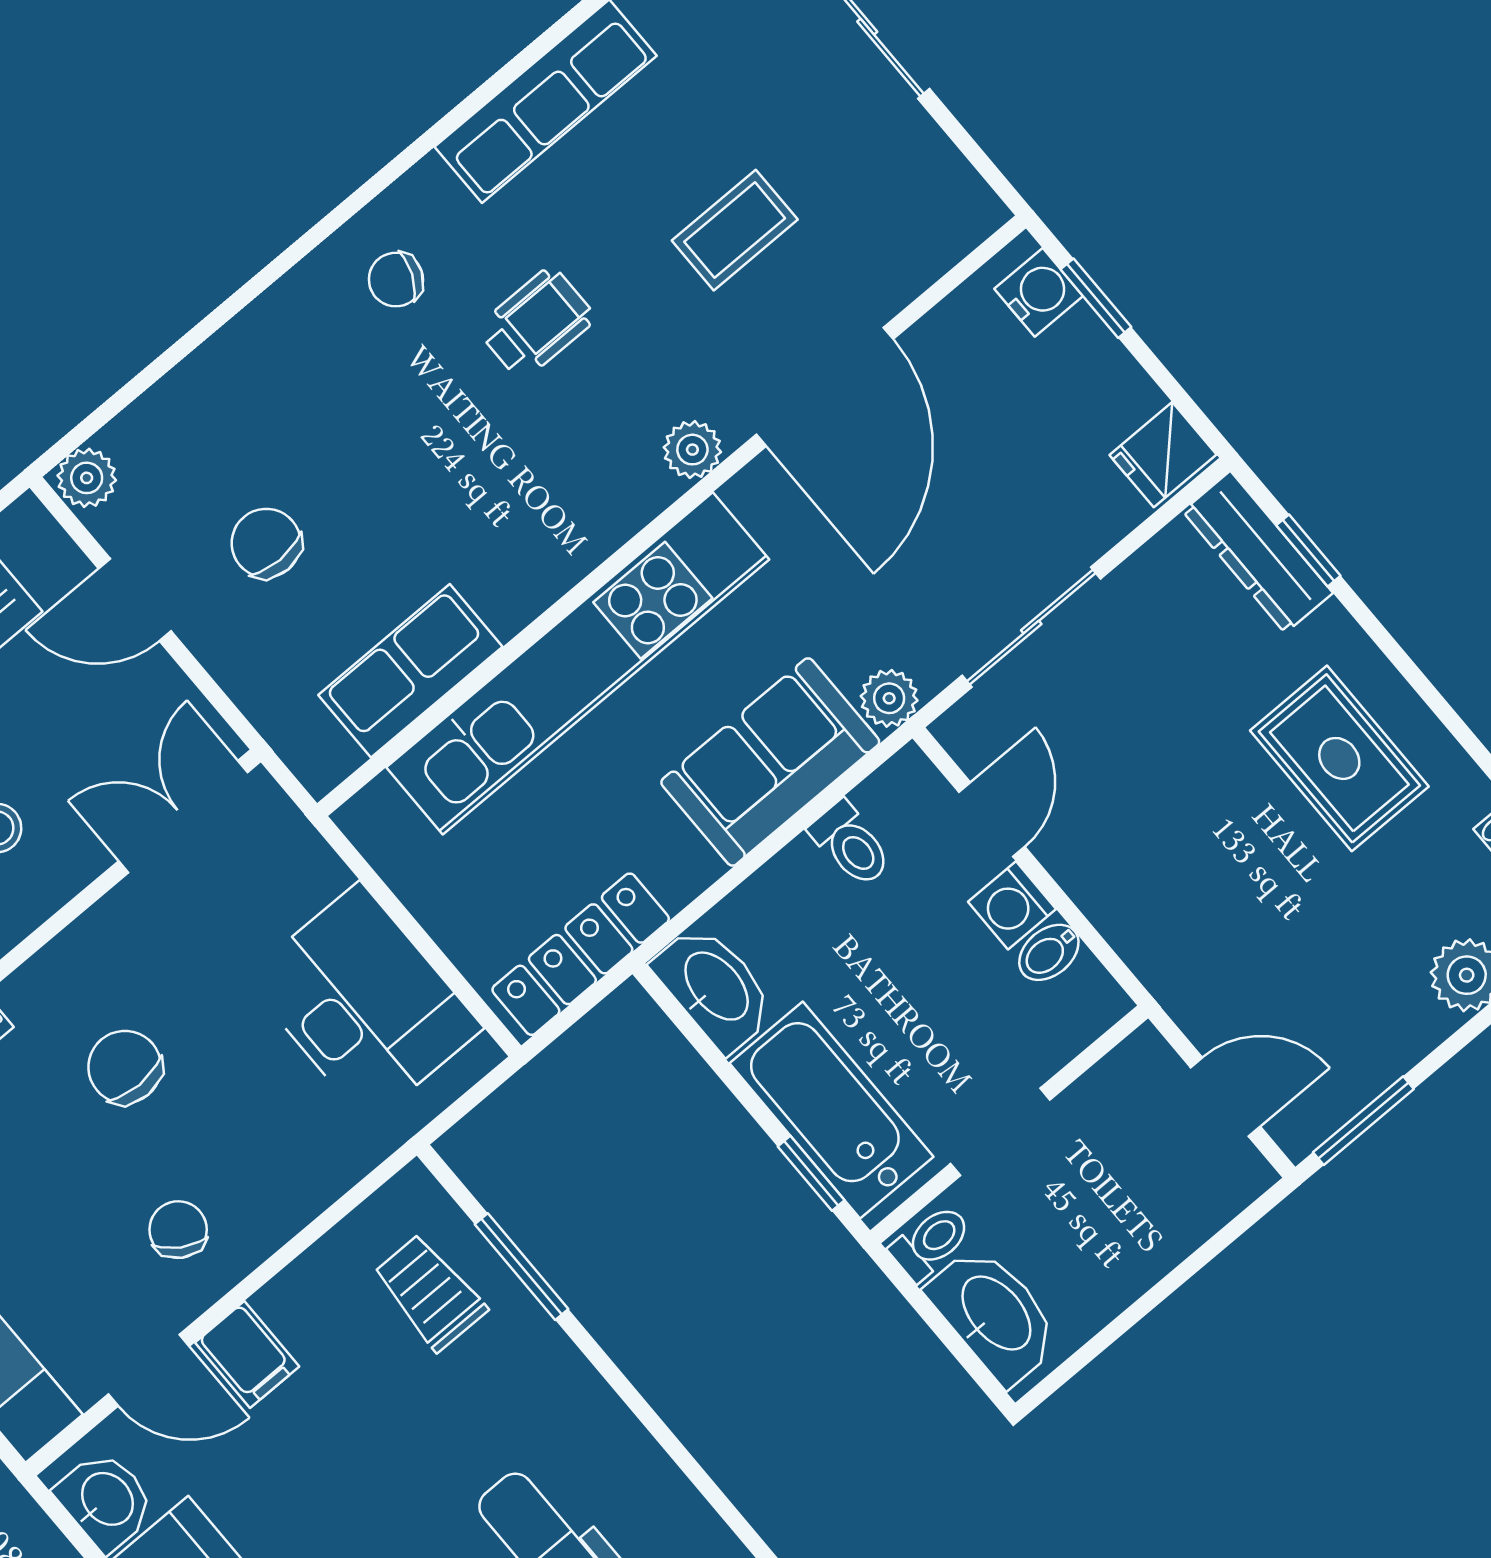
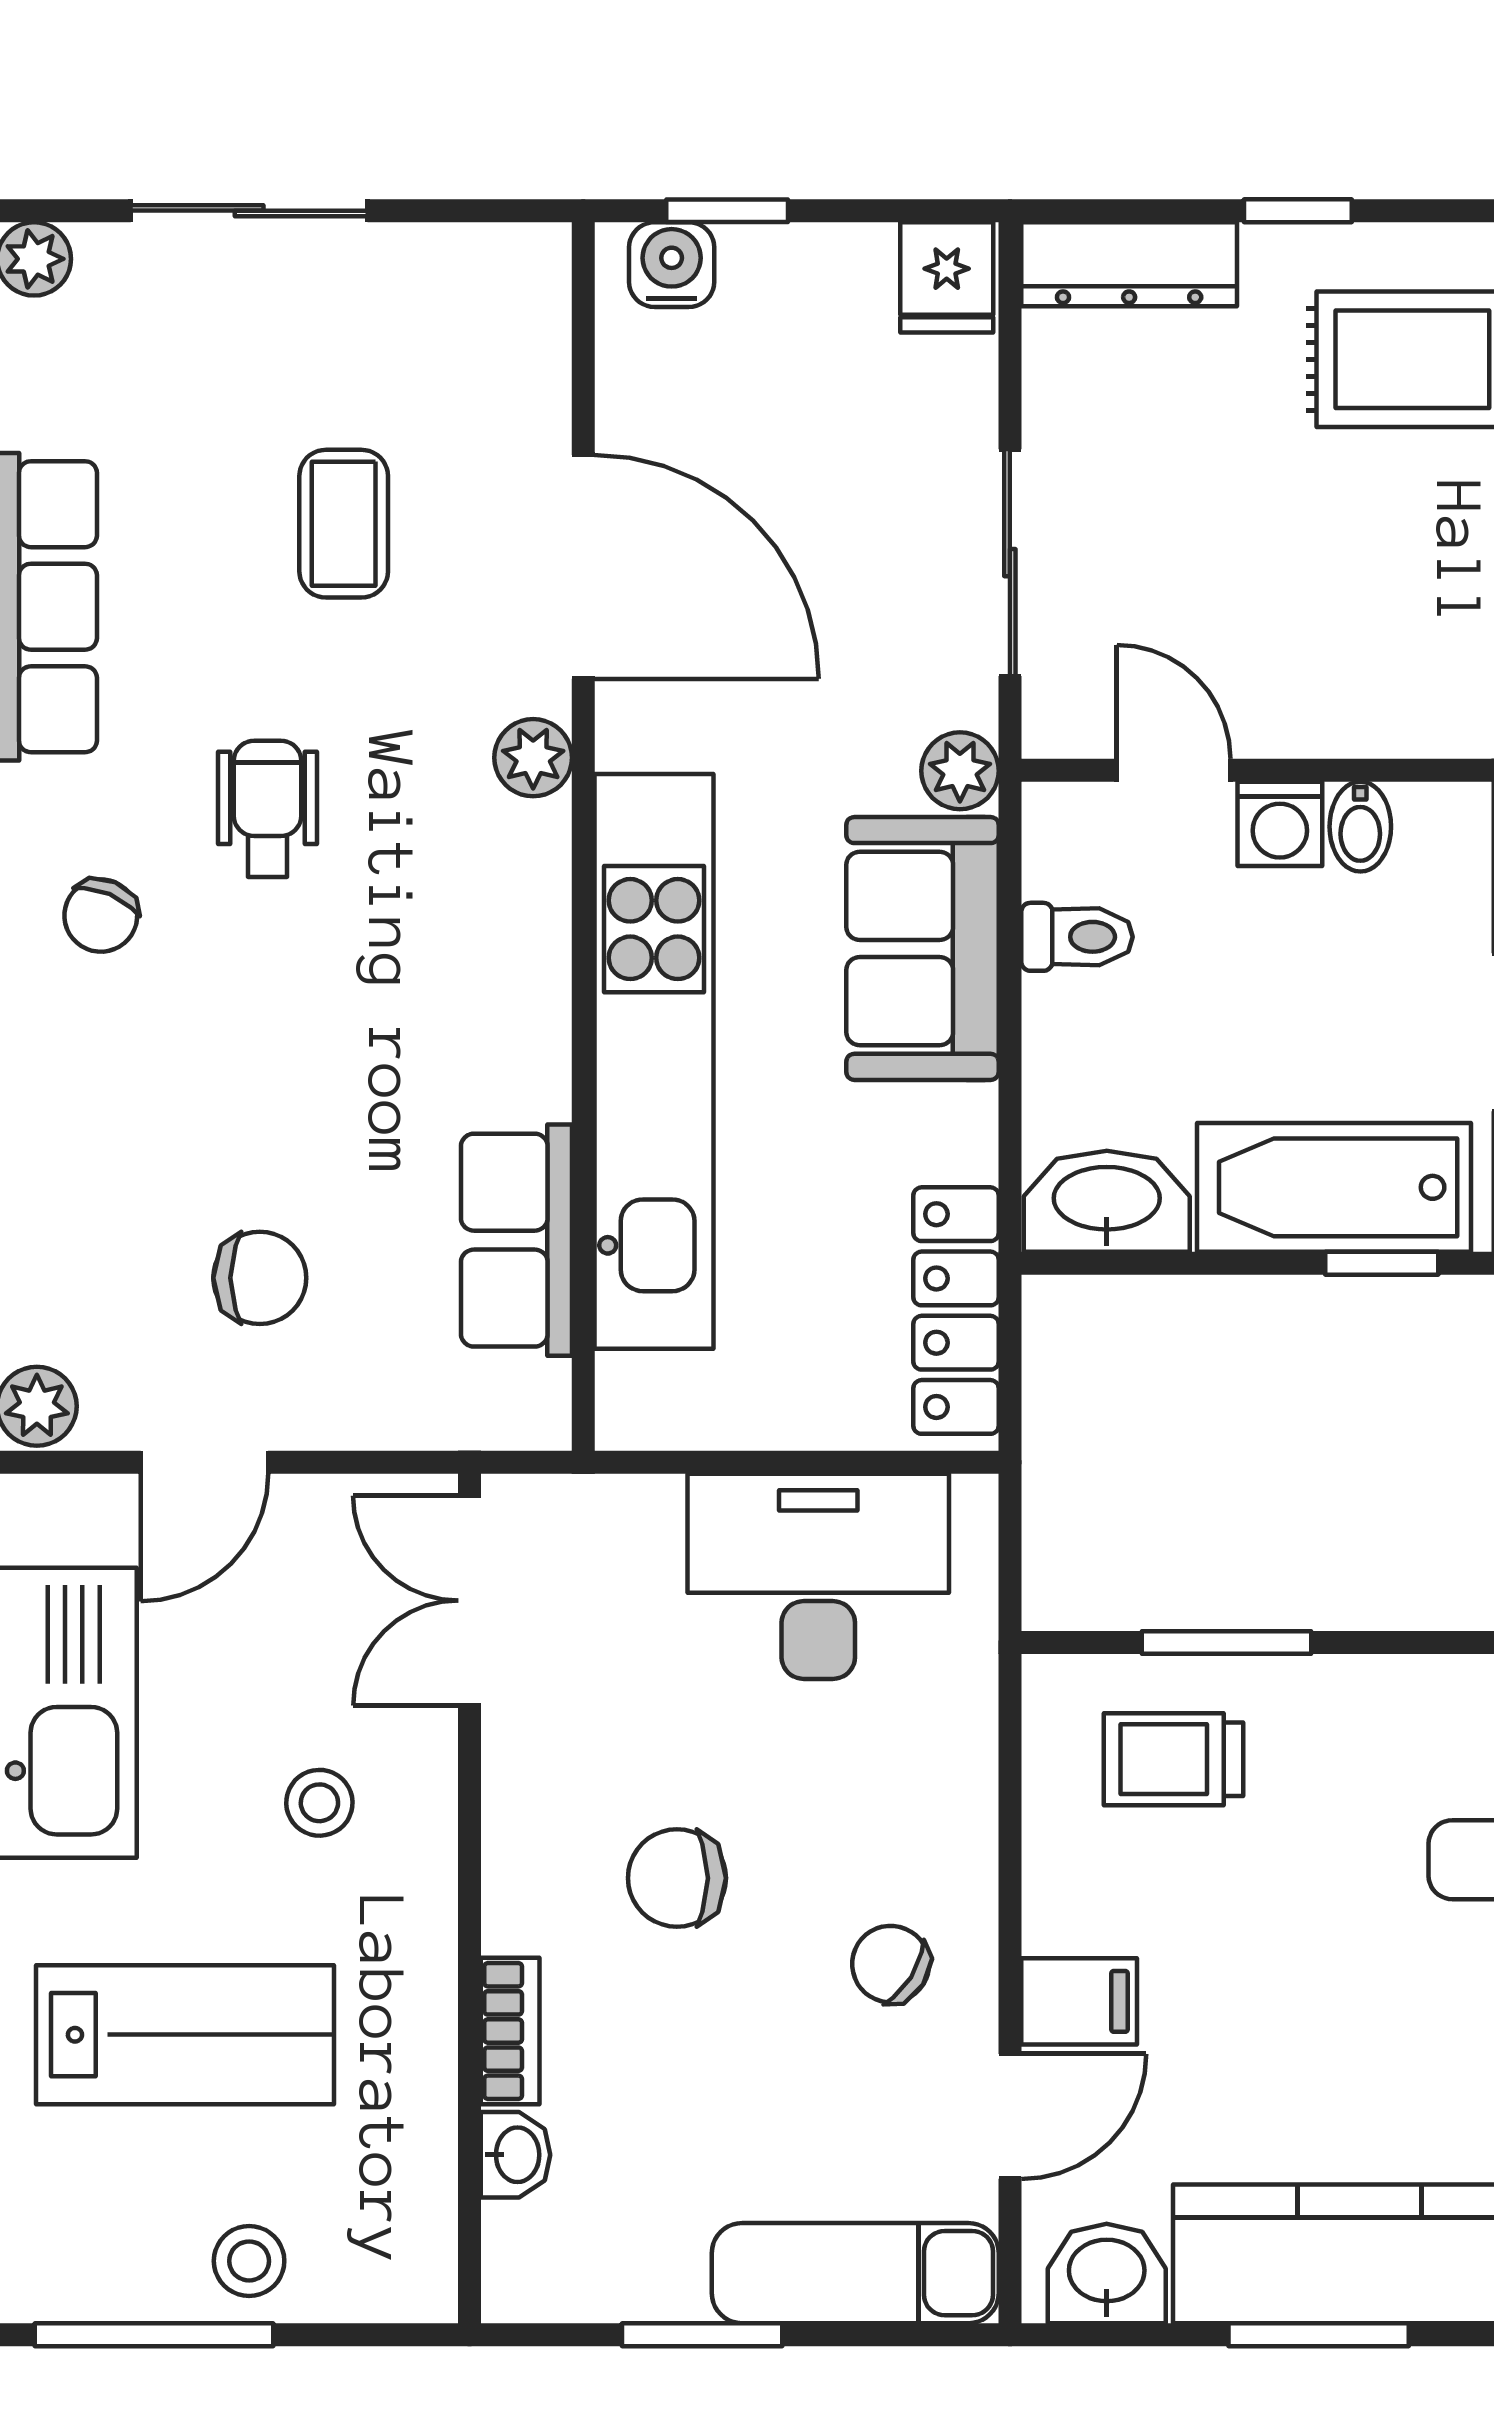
chair: (266, 543) -> (260, 1278), turned 180
window: (1308, 551) -> (1298, 211), moved

